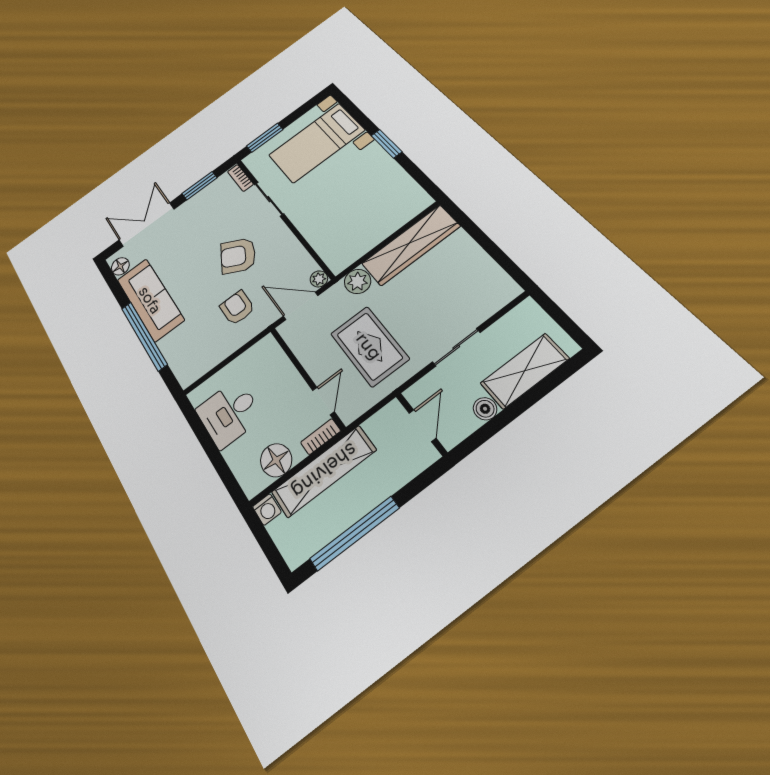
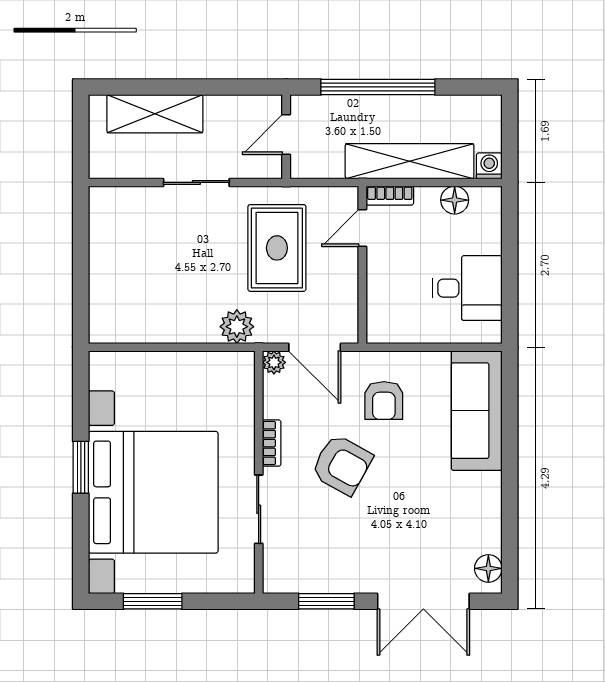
window: (265, 138) -> (153, 601), moved
bed with nightstands: (316, 143) -> (153, 492), width x1.85
bookcase: (240, 178) -> (272, 443), moved
wardrobe: (411, 245) -> (153, 323), removed
sofa: (150, 300) -> (477, 411), moved
window: (144, 336) -> (510, 451), removed
boiler: (485, 409) -> (218, 107), removed
floor lamp: (276, 460) -> (455, 200), width x0.73, depth x0.73
window: (355, 533) -> (378, 87), moved

